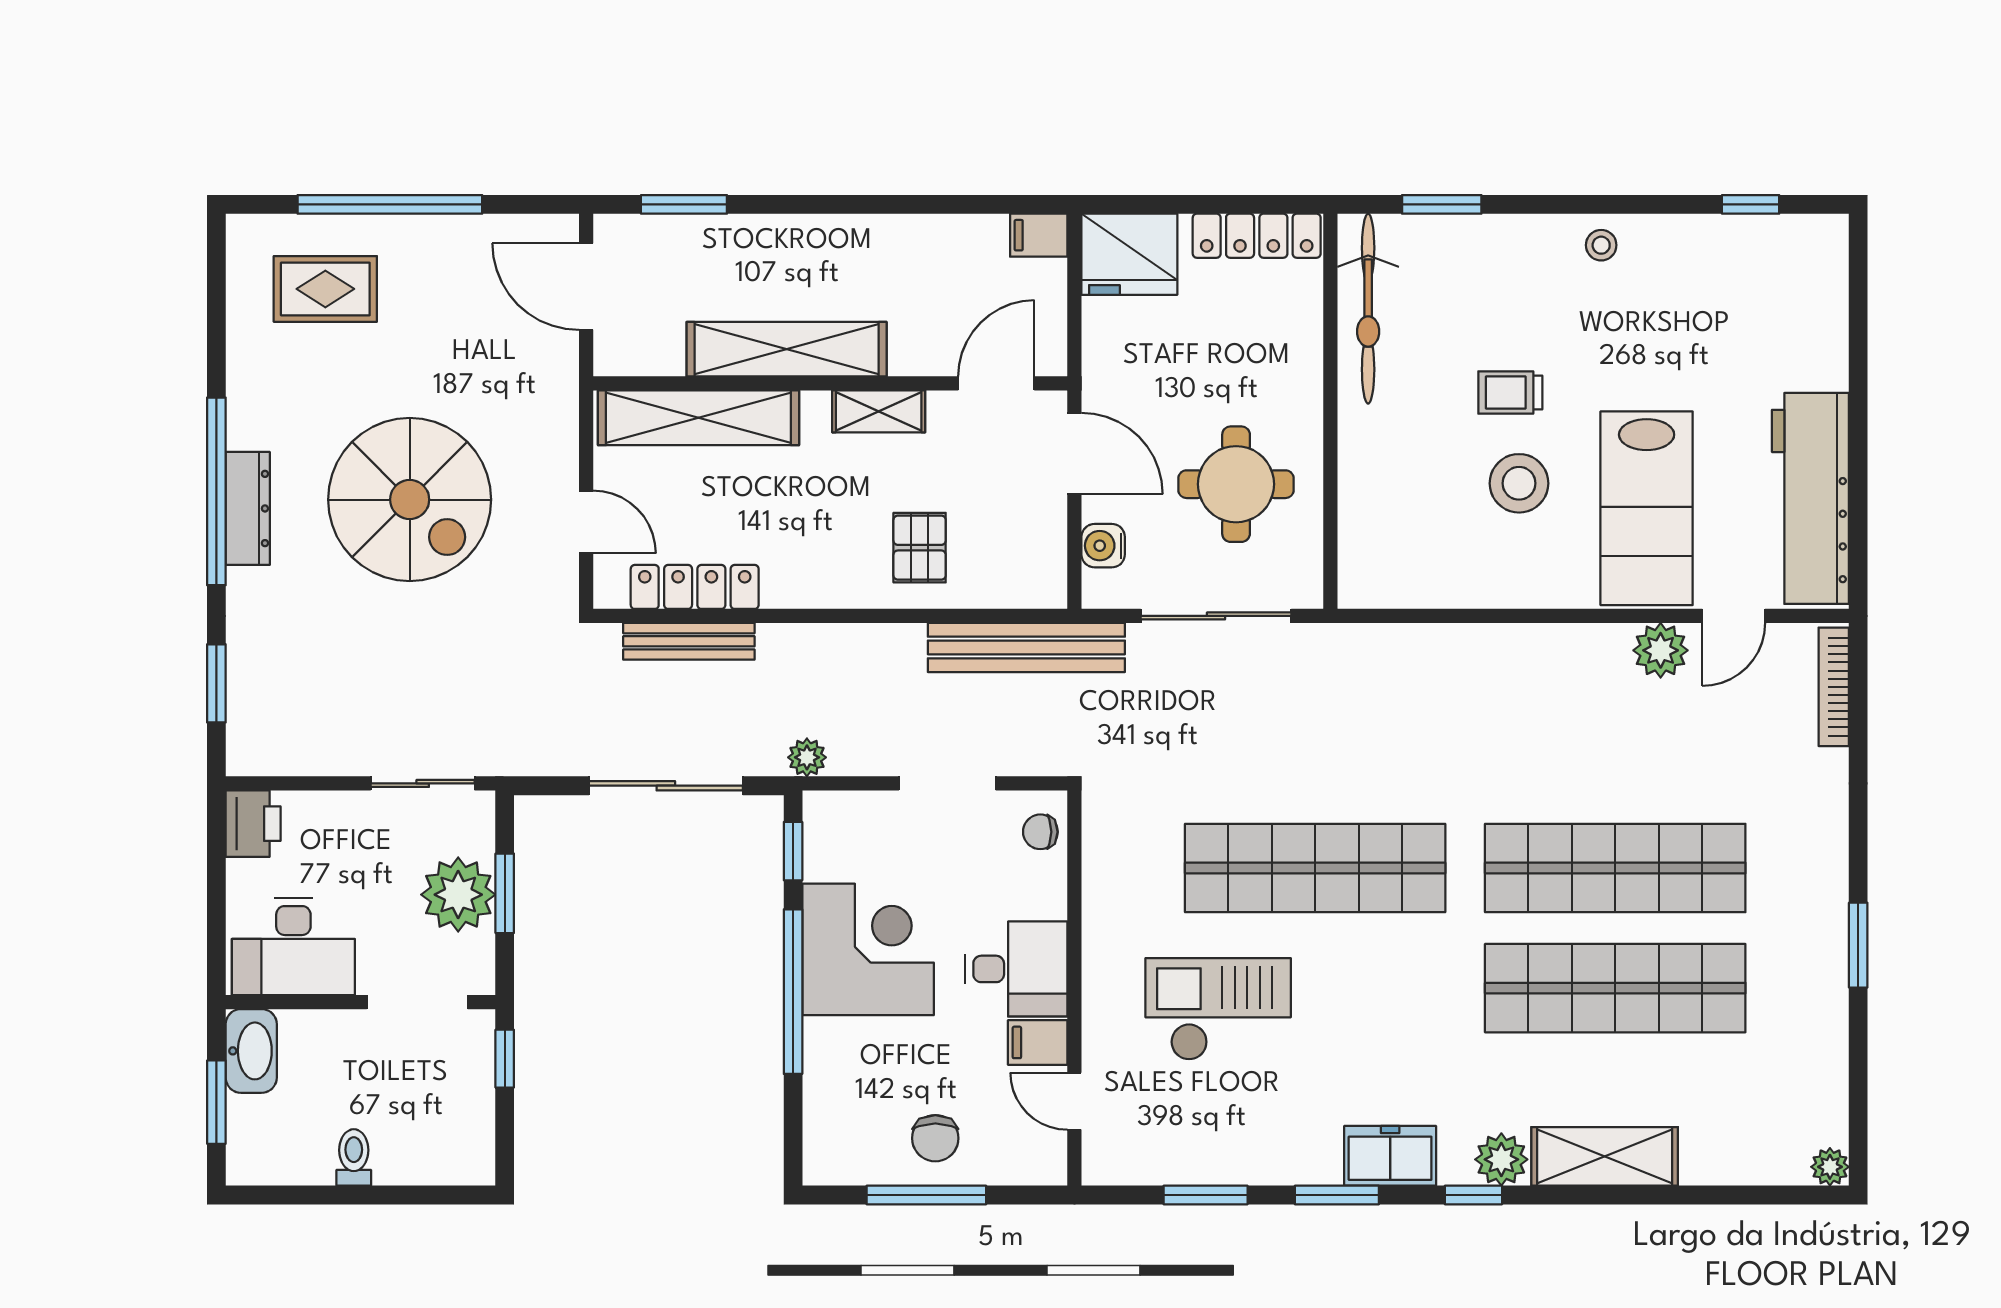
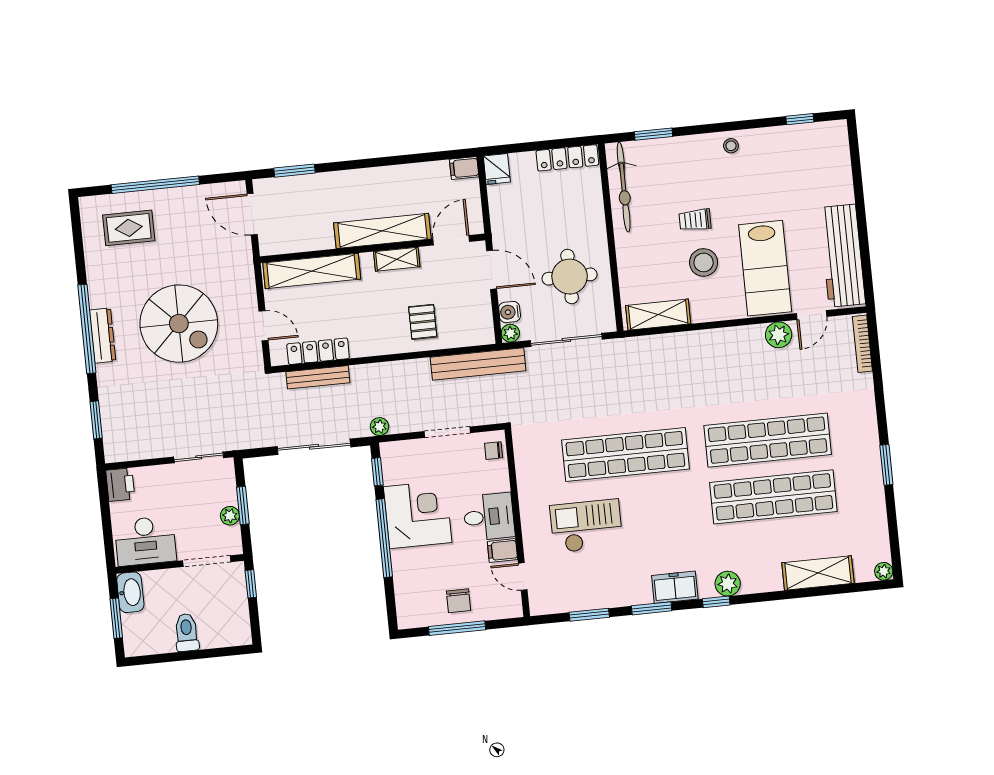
fridge: (1129, 254) -> (497, 169), width x0.53, depth x0.75
shelving: (787, 349) -> (382, 231), moved
shelving: (1413, 583) -> (658, 315), added
plant: (1100, 590) -> (510, 333), added
plant: (458, 895) -> (230, 516), width x0.53, depth x0.53
shelving: (1605, 1156) -> (818, 573), moved
toilet: (354, 1157) -> (187, 632), width x1.37, depth x1.39

